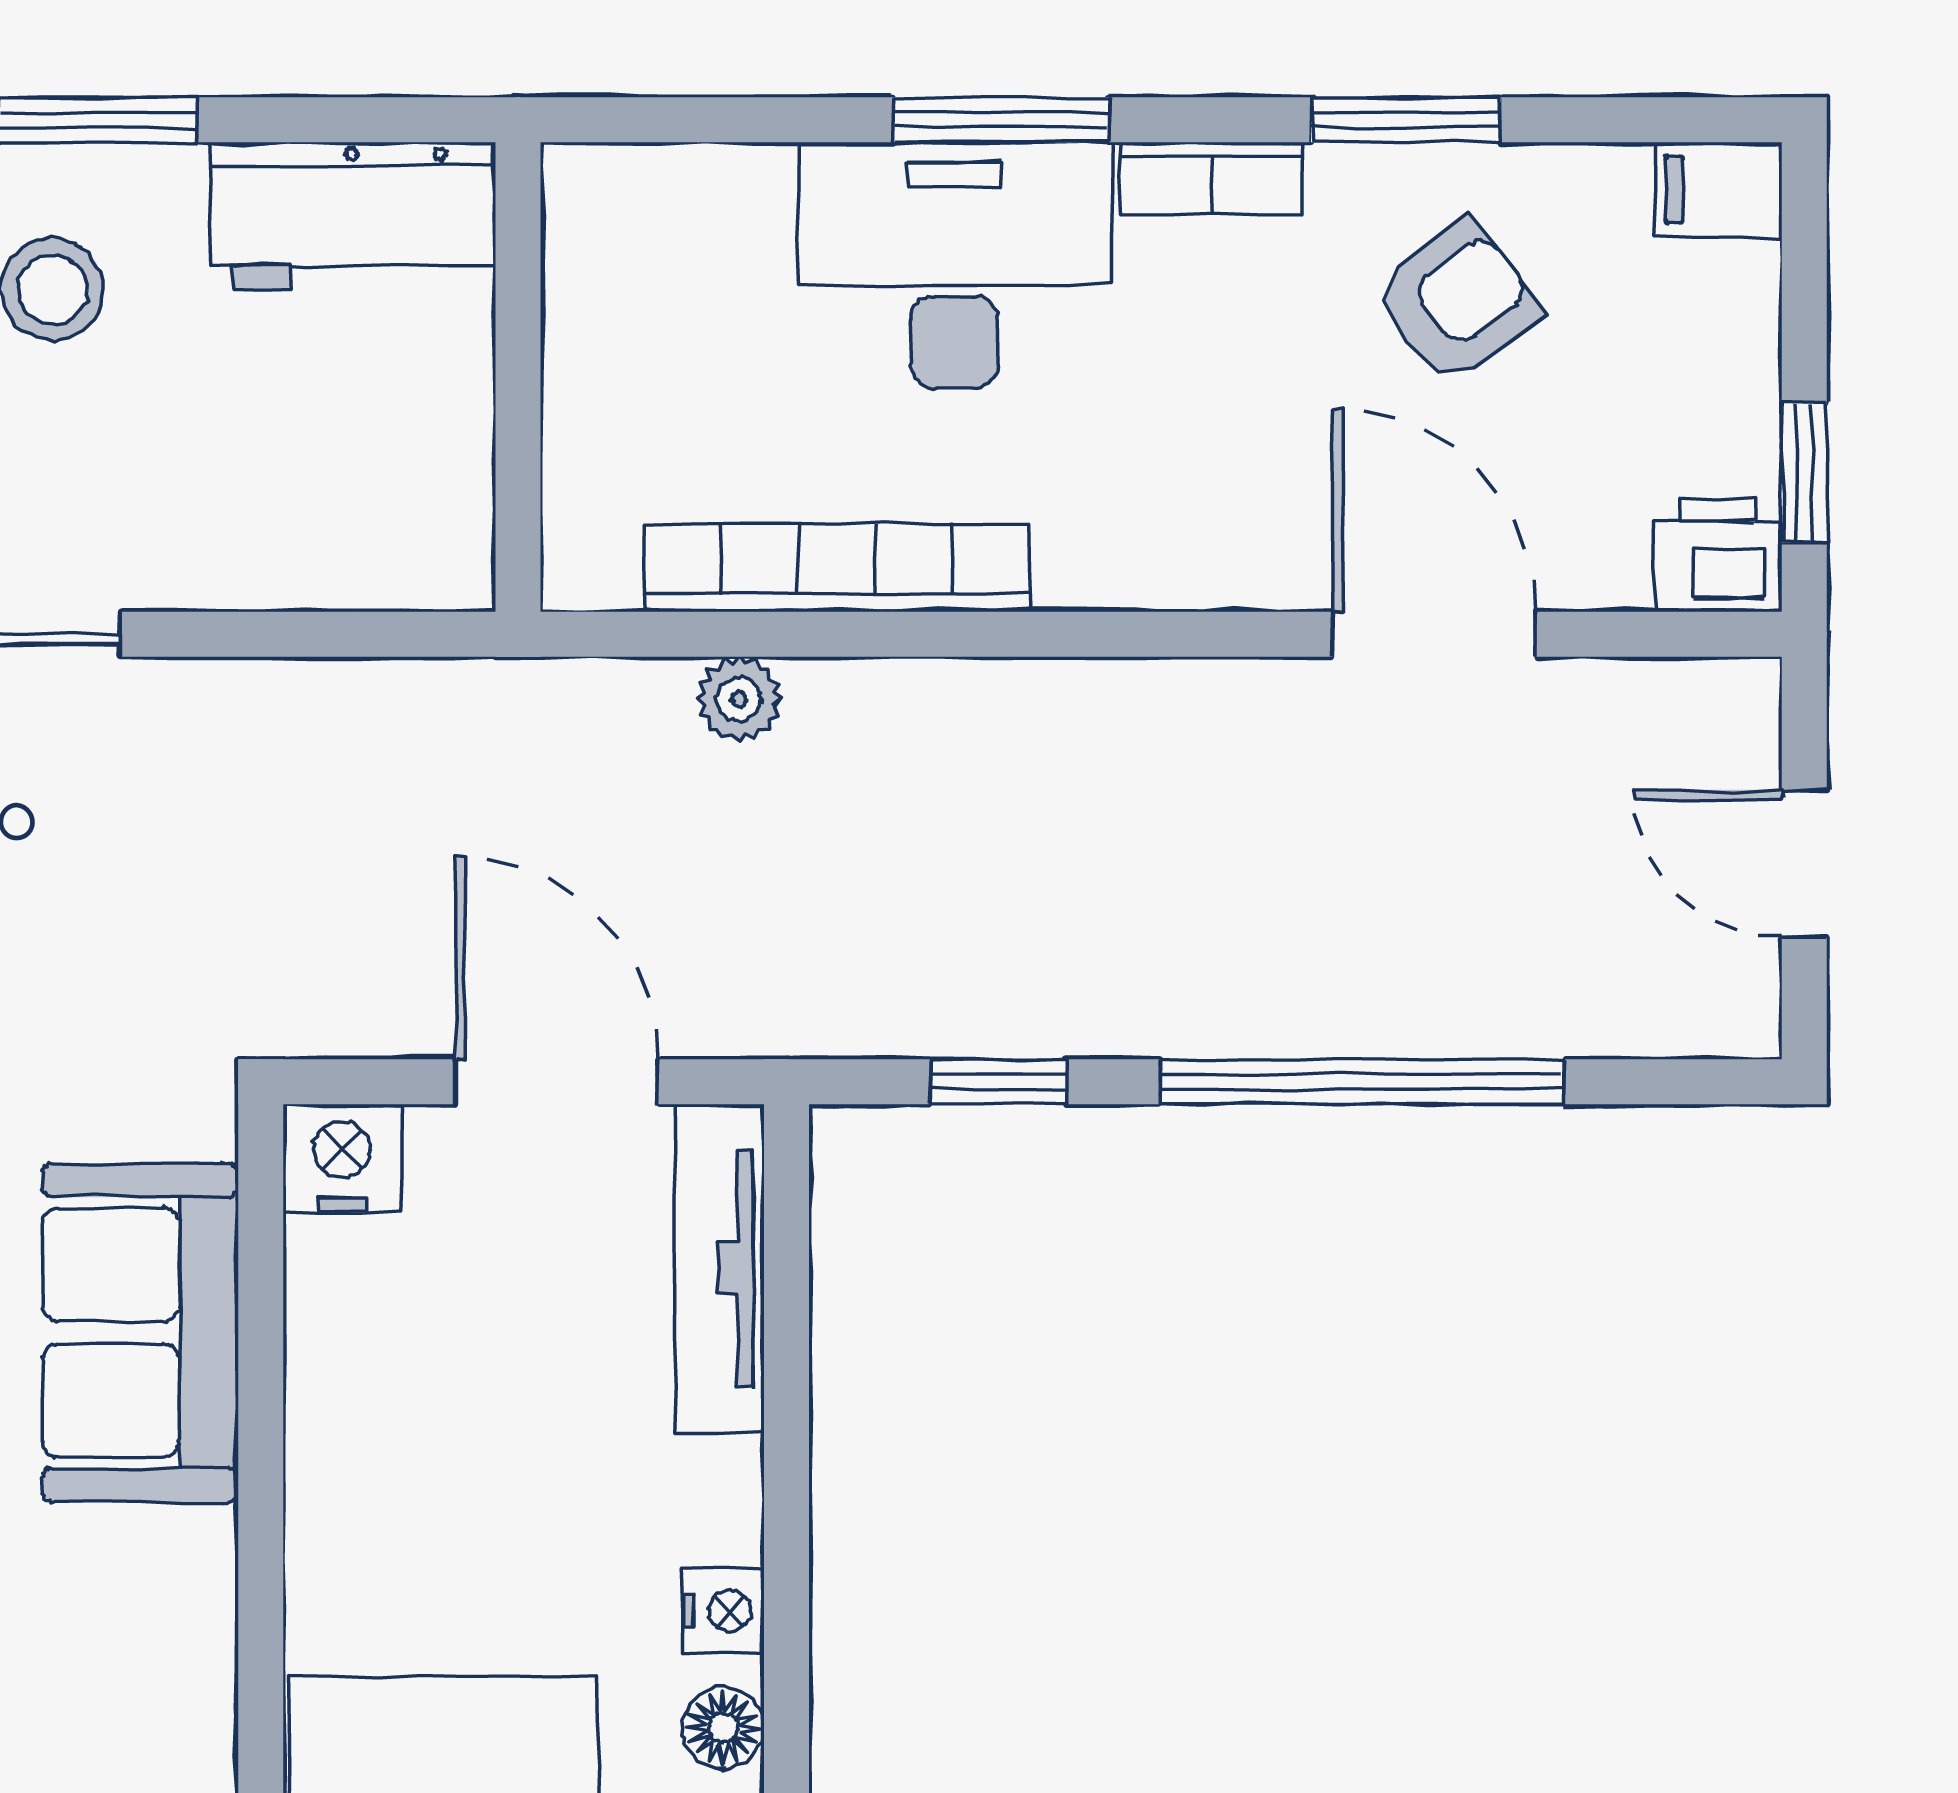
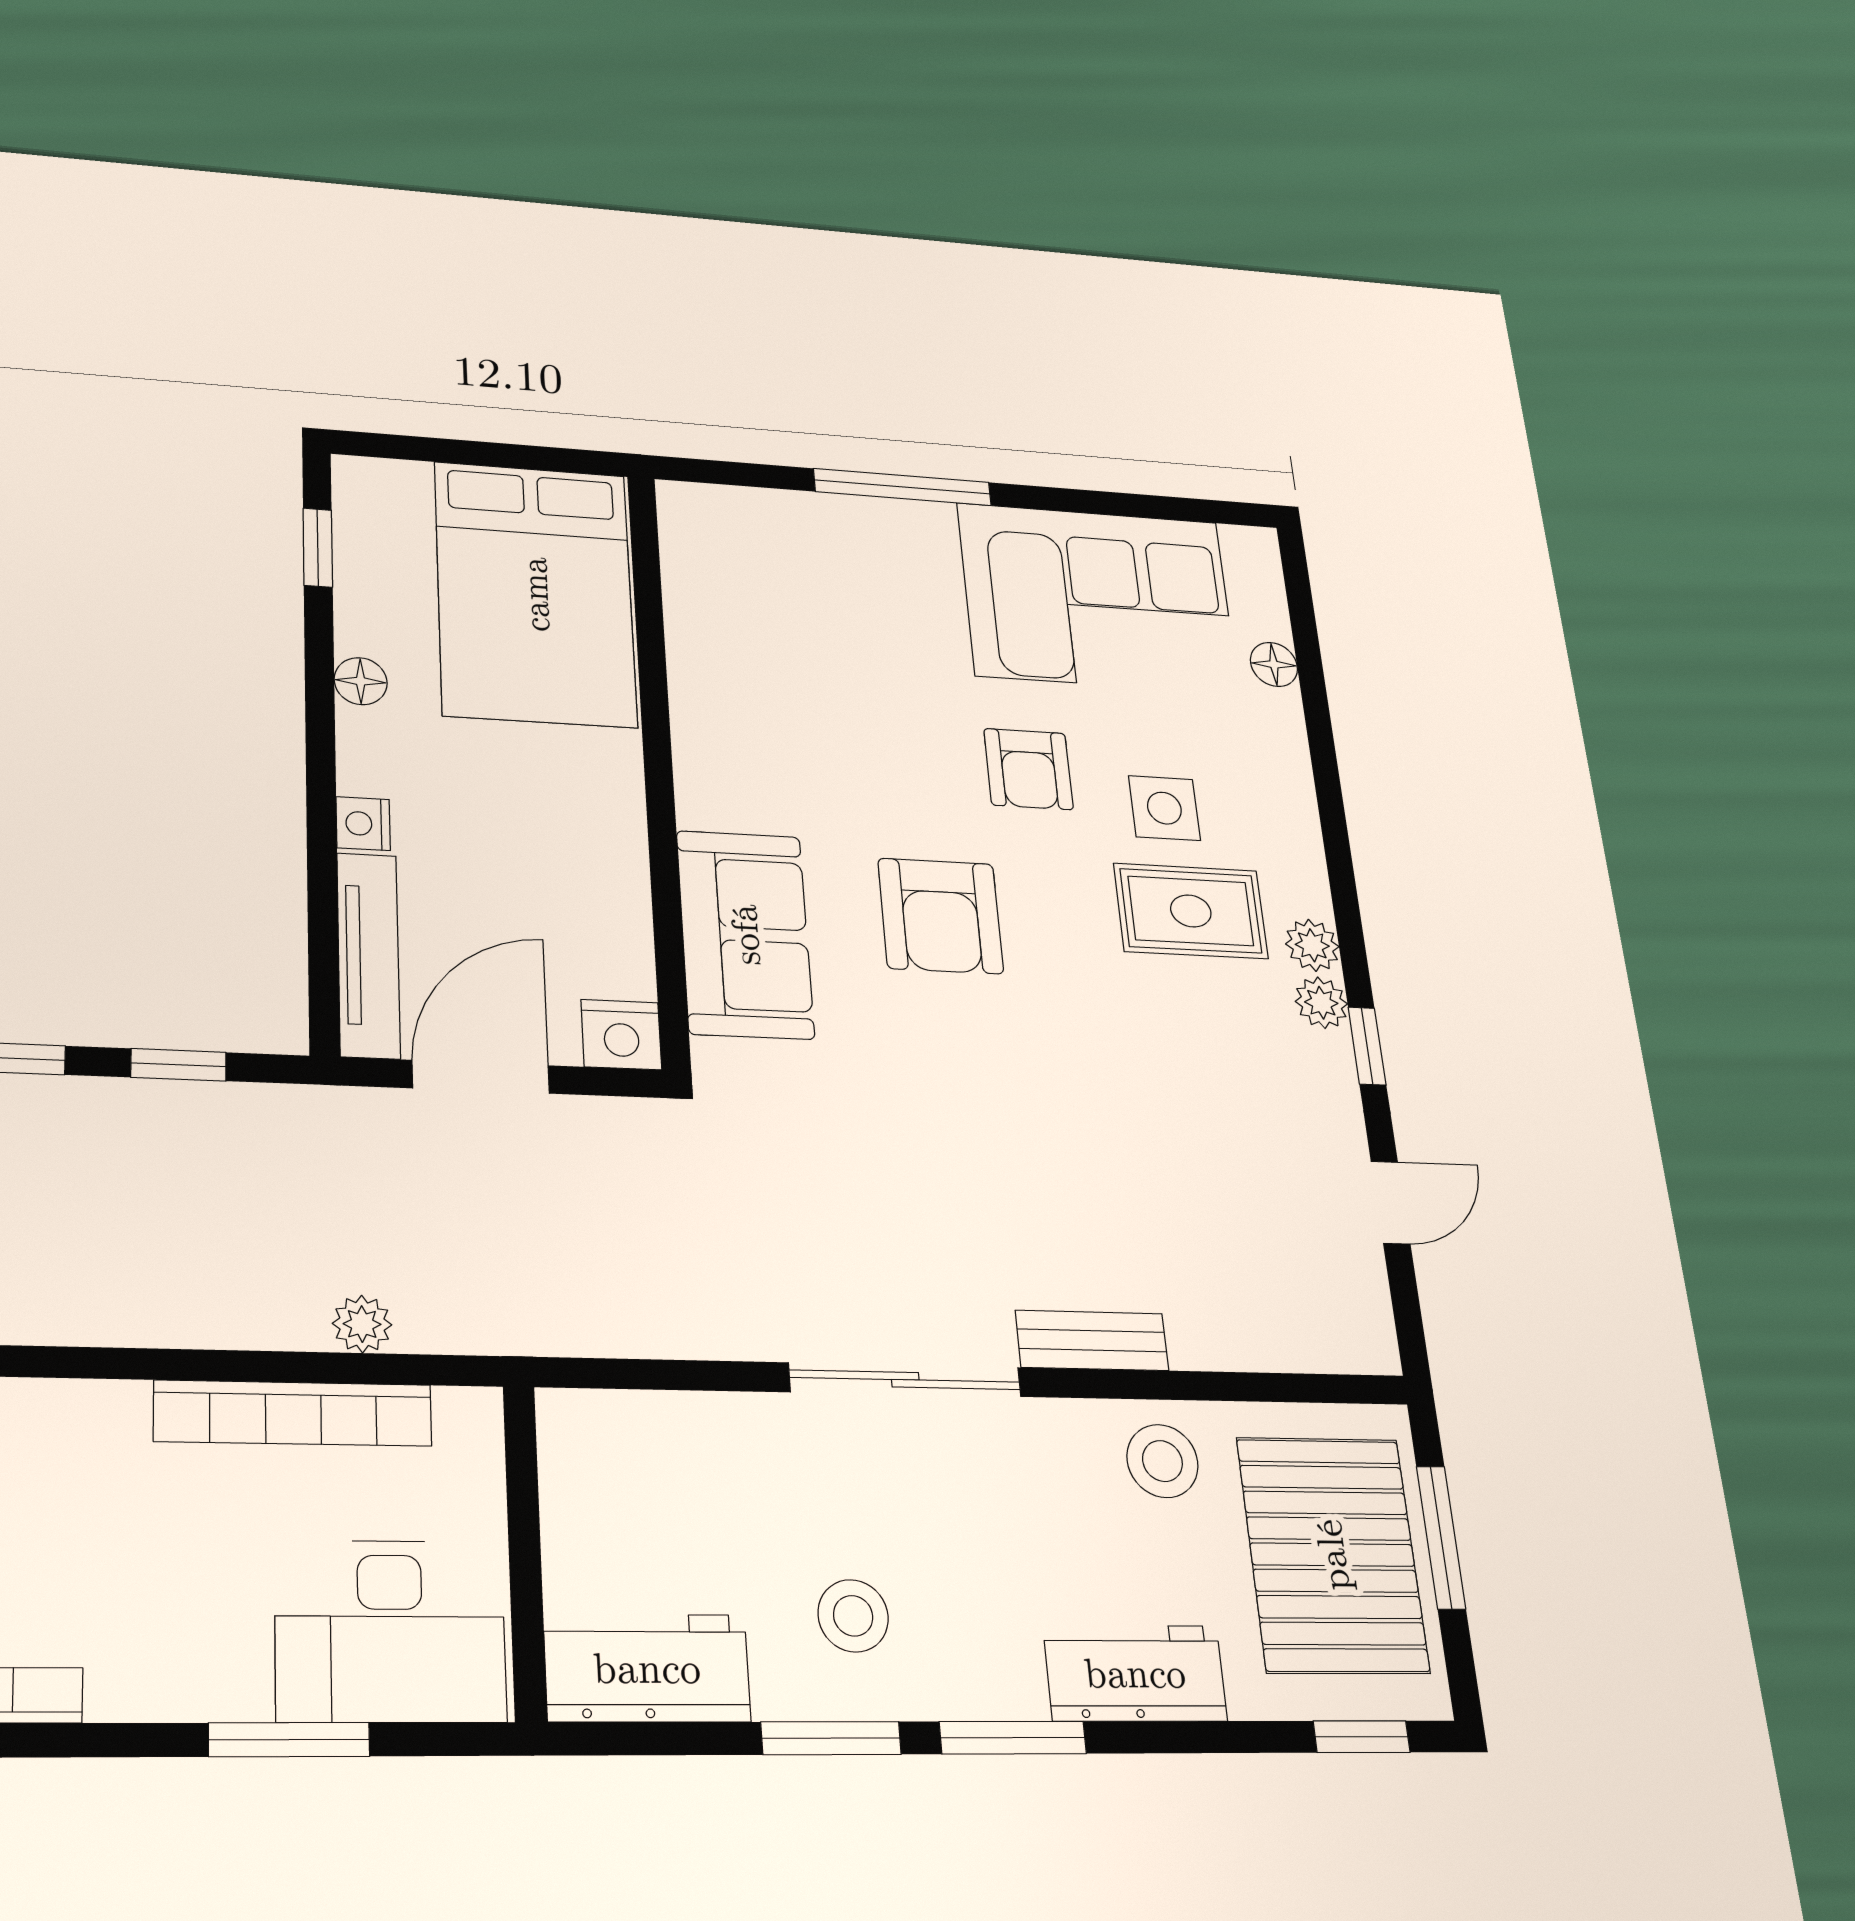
window: (1001, 120) -> (289, 1740), moved
desk: (954, 266) -> (390, 1631), moved
door: (557, 1082) -> (481, 1077), swing flipped
nightstand: (724, 1611) -> (363, 824), moved

